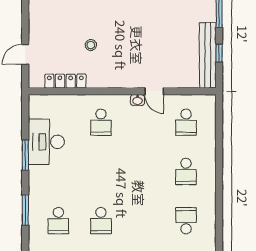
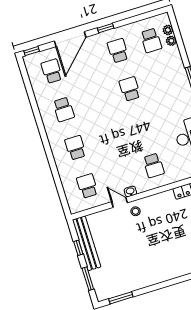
stool: (91, 45) -> (135, 211), moved
school desk: (101, 122) -> (153, 165), turned 180
school desk: (58, 221) -> (163, 79), removed

